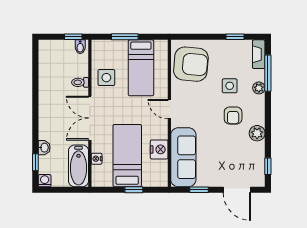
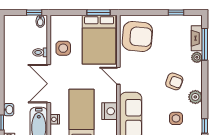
window: (125, 37) -> (99, 12), moved
fireplace: (259, 54) -> (197, 38), moved
bed: (141, 68) -> (99, 40), width x1.50
side table: (230, 86) -> (176, 118), moved
armchair: (233, 115) -> (174, 81), turned -69

